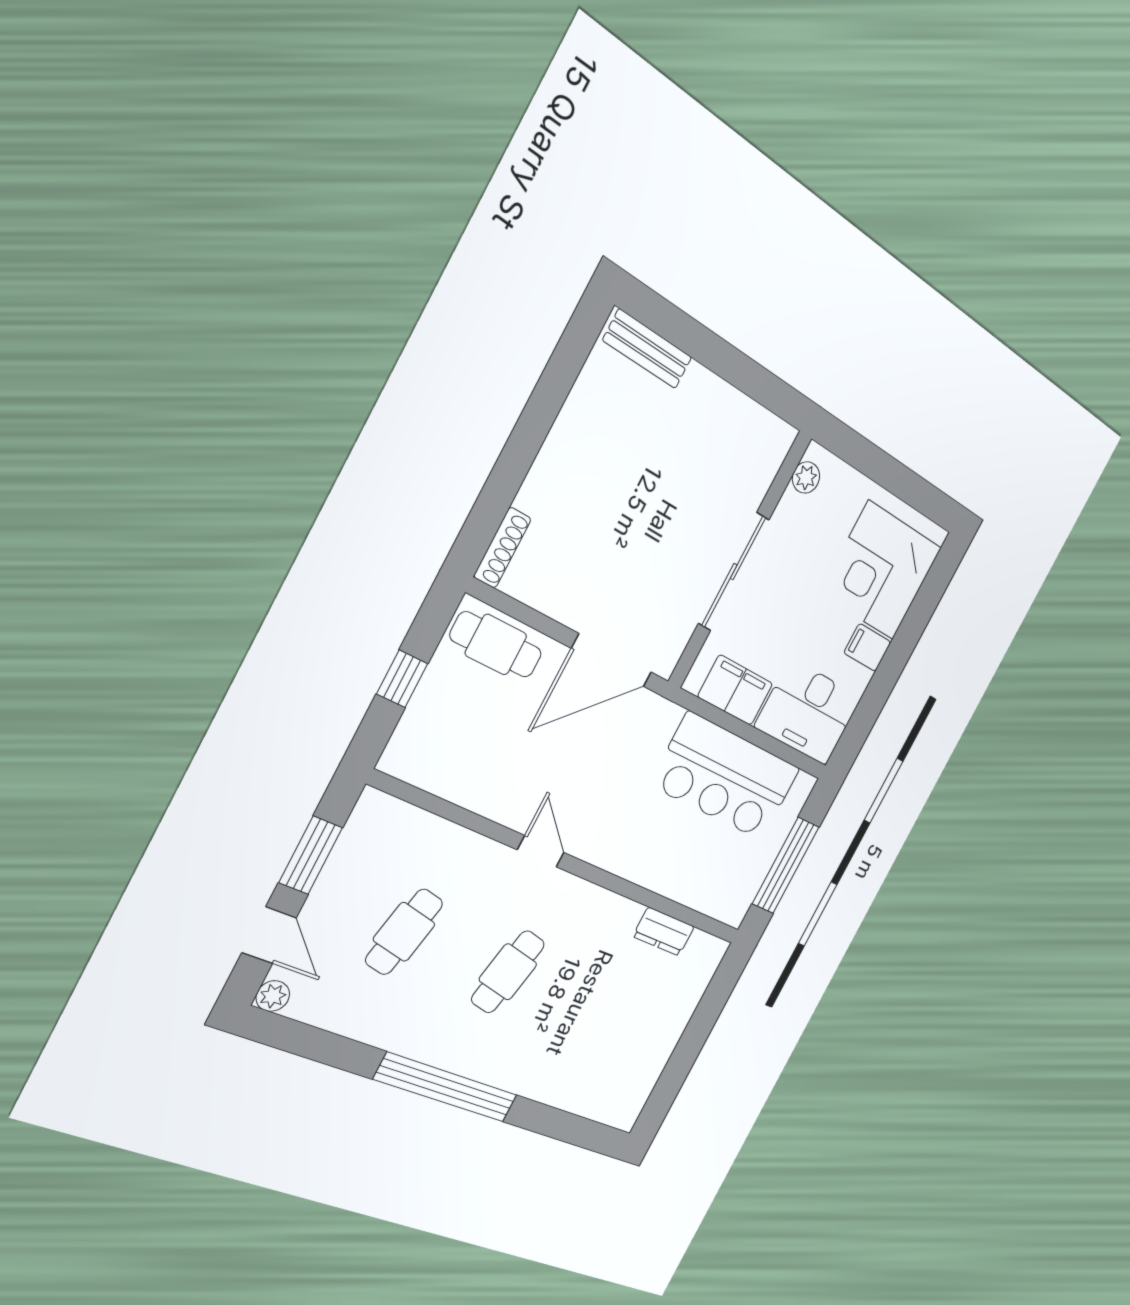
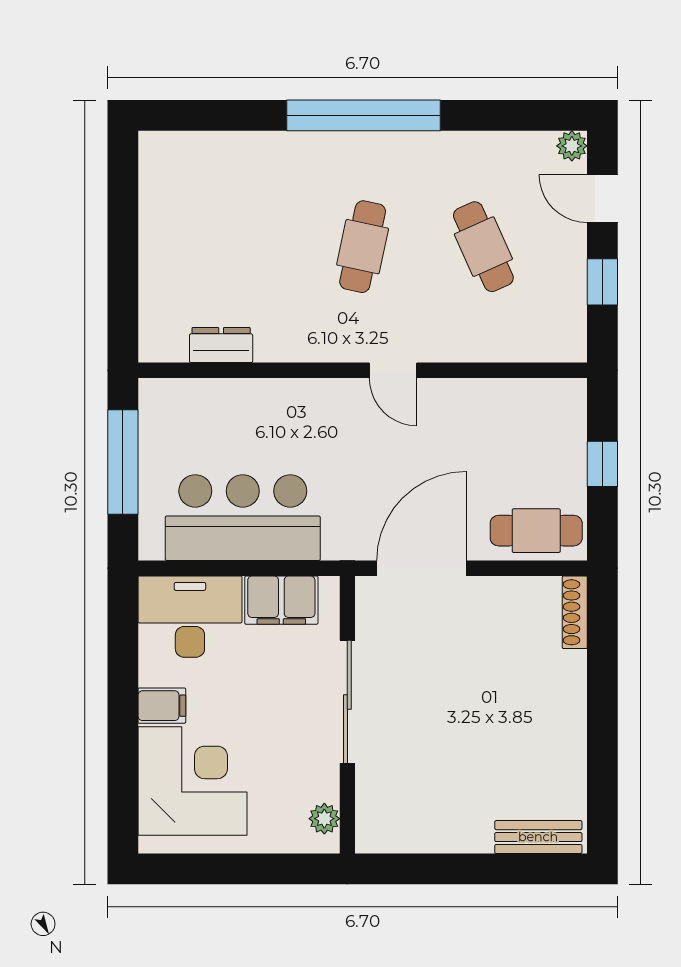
window: (311, 855) -> (602, 282), width x0.67
cafe table: (404, 932) -> (483, 247), turned -36

